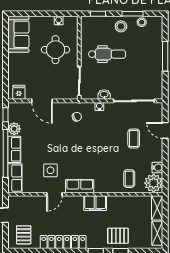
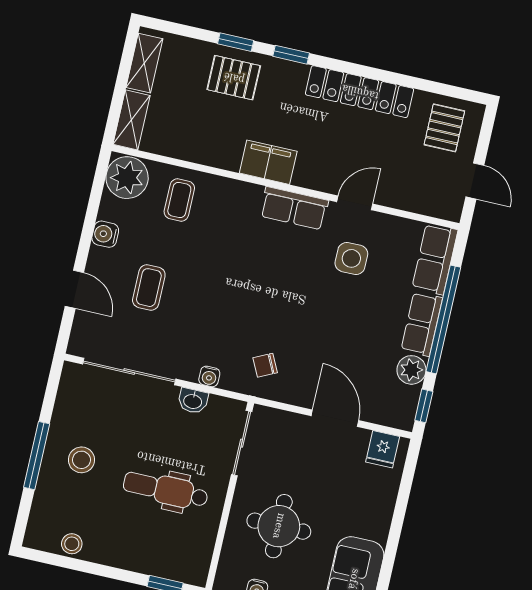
window: (132, 14) -> (88, 567), removed
stool: (121, 26) -> (81, 460), moved
water cooler: (157, 168) -> (105, 234), moved

